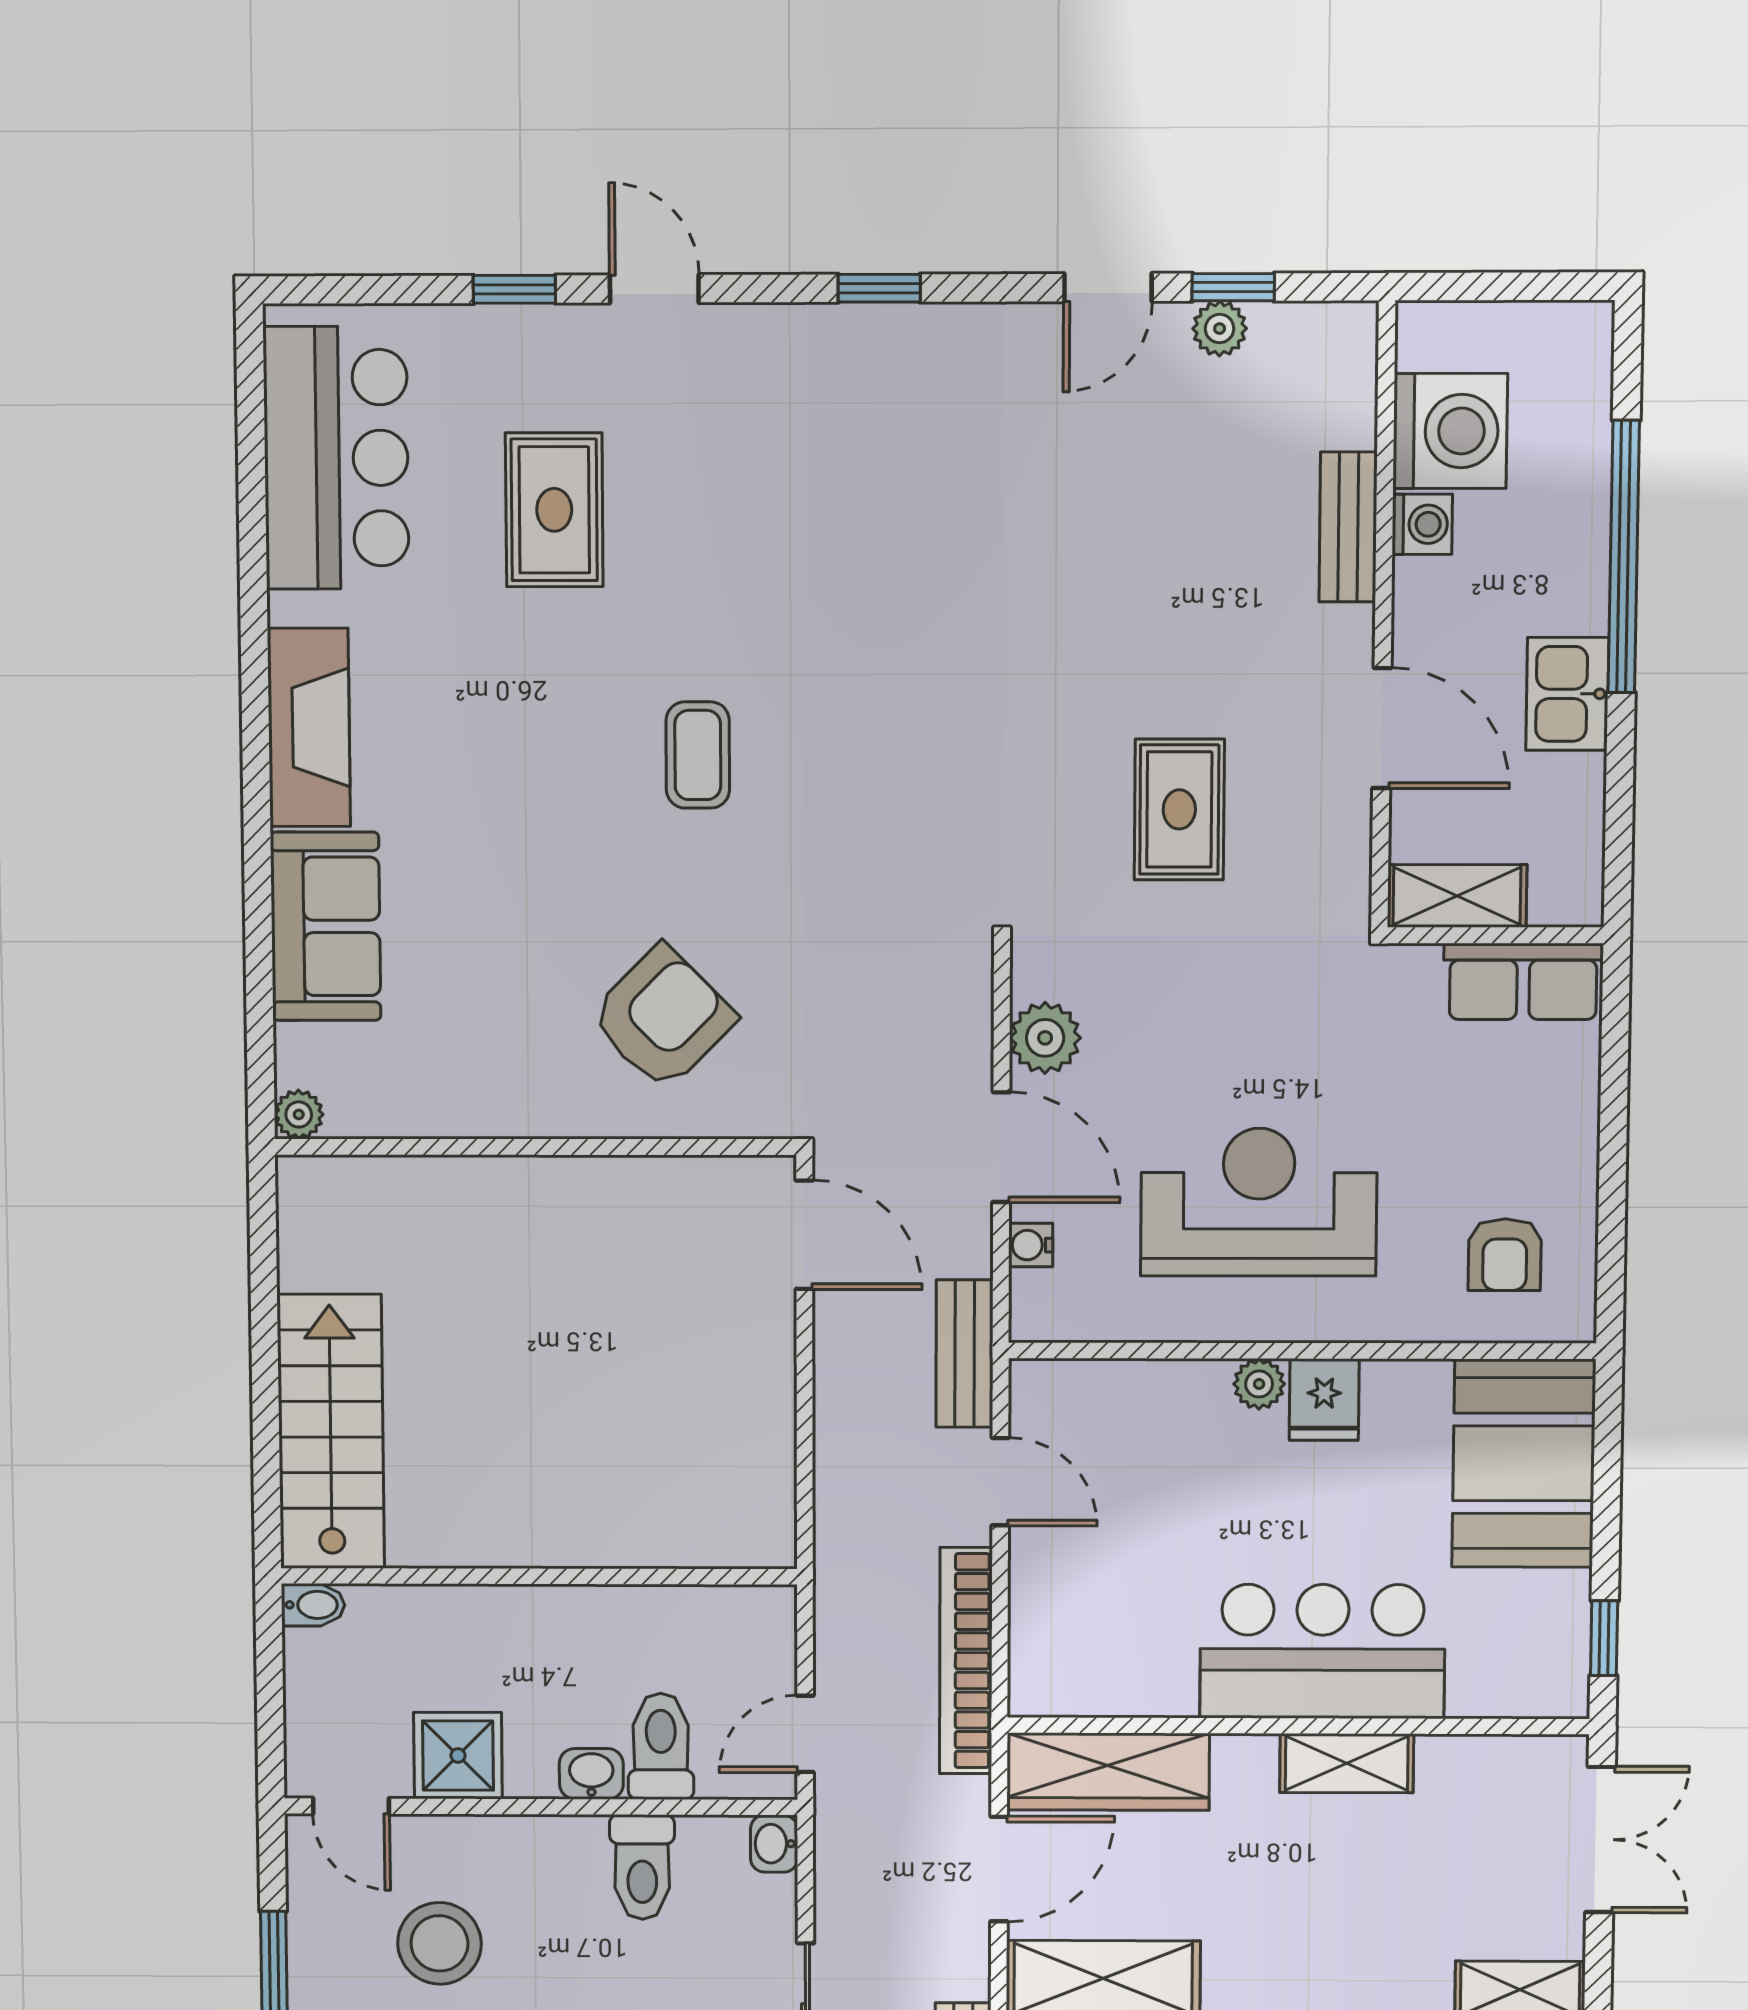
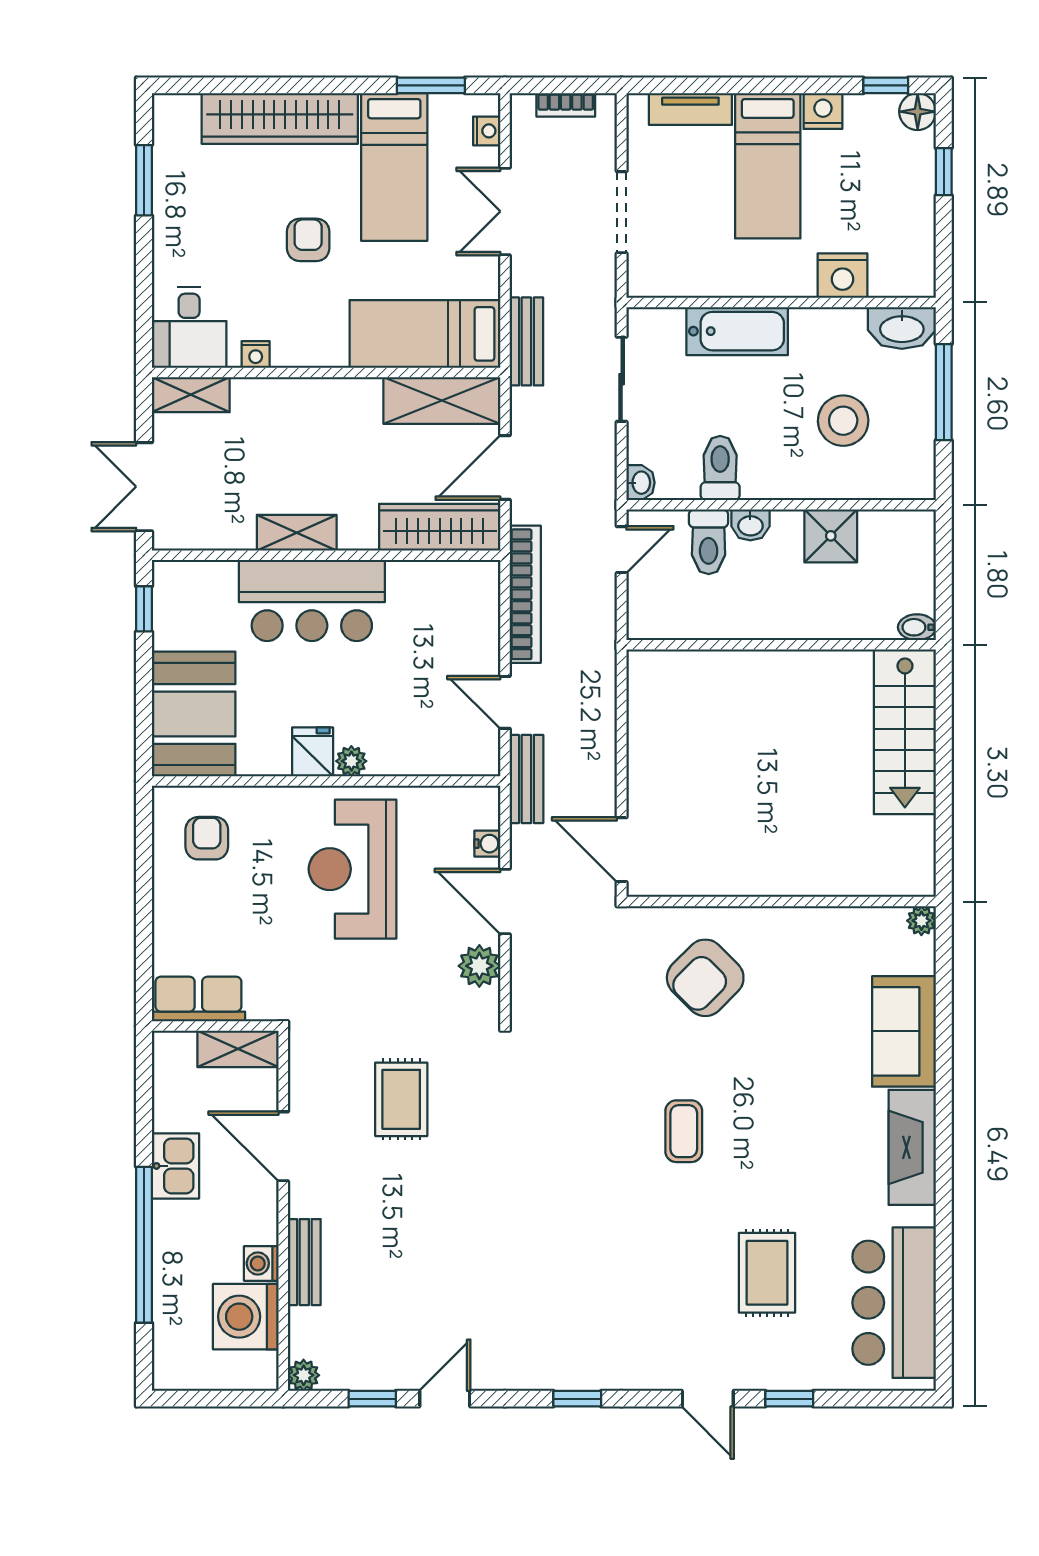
plant: (1220, 329) -> (304, 1375), moved
reception desk: (1259, 1202) -> (353, 869), turned 90
door: (351, 1806) -> (896, 505), removed

